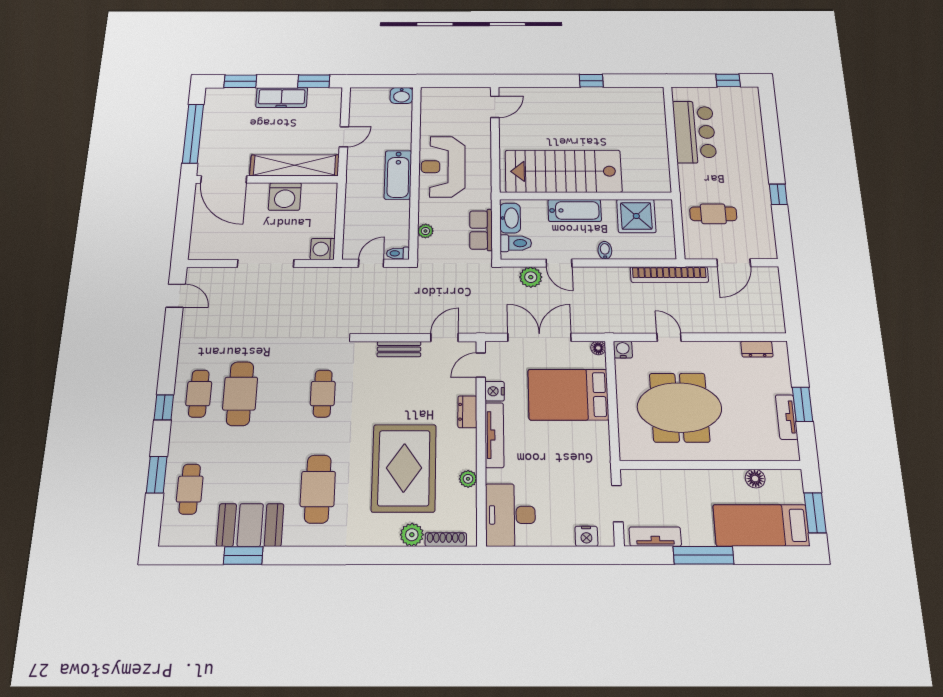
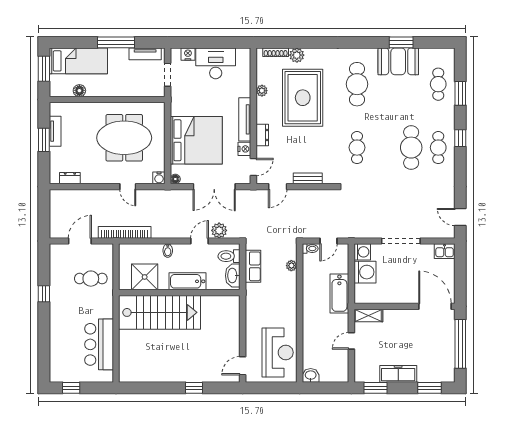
window: (591, 81) -> (194, 388), moved
shelving: (295, 165) -> (368, 315), width x0.45, depth x0.75
reception desk: (443, 167) -> (278, 352), moved
stairs: (563, 171) -> (160, 312), moved
bathtub: (398, 175) -> (339, 293), moved, turned 180
washing machine: (285, 197) -> (365, 272), moved, turned 90
kitchen sink: (203, 250) -> (445, 251), added
door: (559, 263) -> (199, 241), hinge flipped
bed: (568, 395) -> (196, 140), width x1.36
desk: (510, 515) -> (216, 63), moved, turned -90

